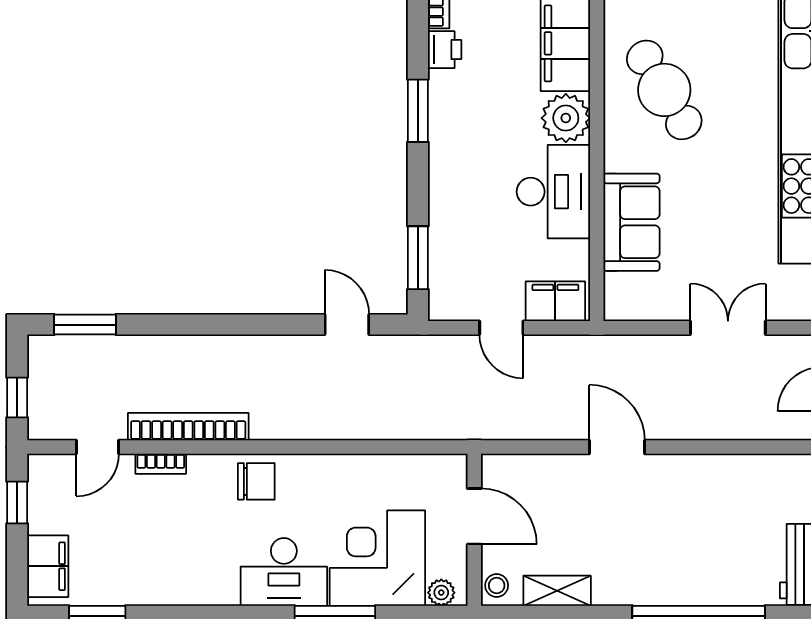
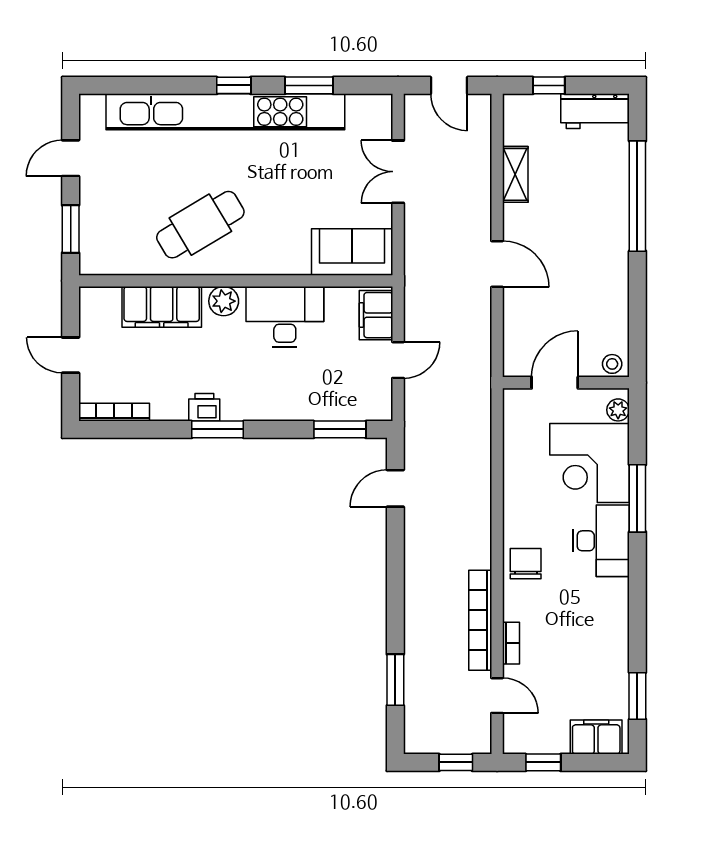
printer: (445, 50) -> (204, 407), moved
plant: (566, 118) -> (224, 301), width x0.73, depth x0.73
sofa: (631, 222) -> (352, 252), moved
window: (85, 325) -> (395, 680), moved
door: (617, 447) -> (497, 264), swing flipped
shelving: (557, 591) -> (515, 174), moved

